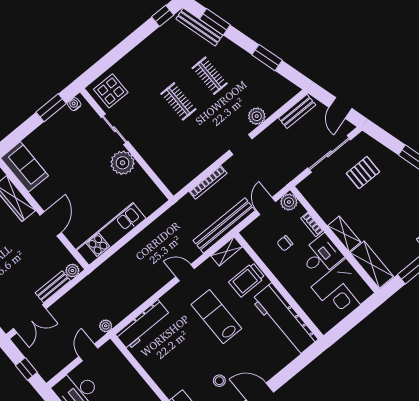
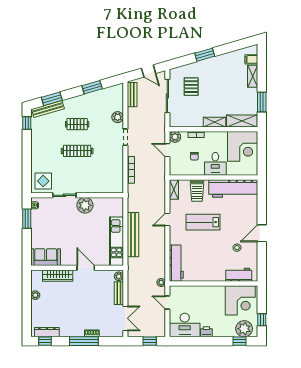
clothes rail: (178, 101) -> (77, 151), width x1.36
bench: (224, 225) -> (133, 235), moved
desk: (321, 256) -> (215, 164), moved, turned 180

